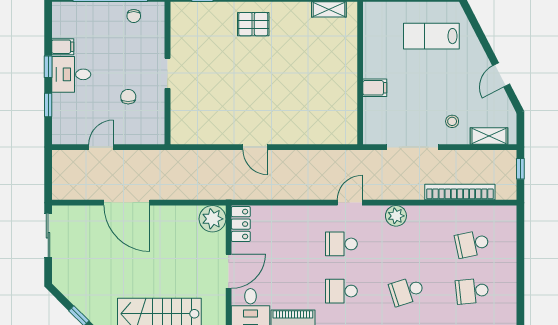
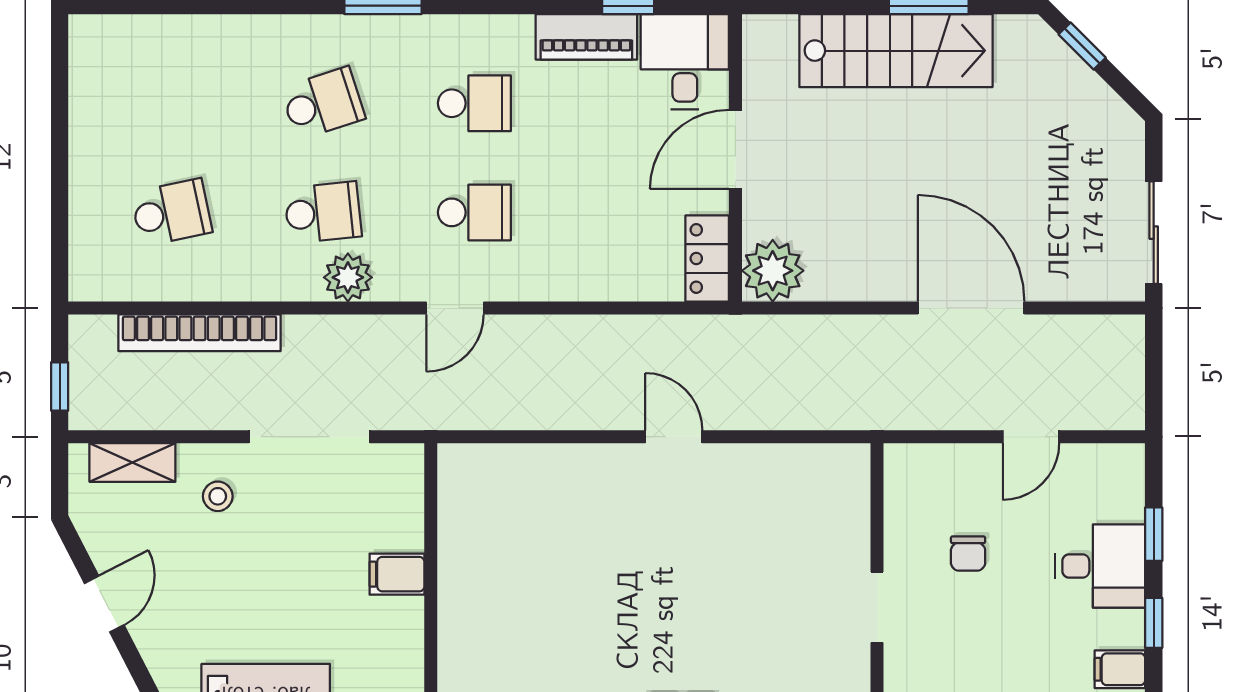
desk: (71, 74) -> (1100, 566), moved
school desk: (472, 291) -> (323, 212), moved

